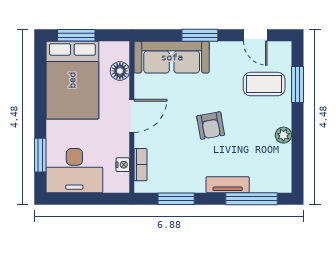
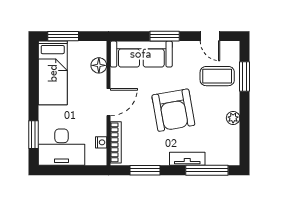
bed: (72, 80) -> (53, 73), width x0.67
armchair: (211, 126) -> (173, 110), width x1.88, depth x1.88
bookcase: (140, 165) -> (116, 142), width x1.56

